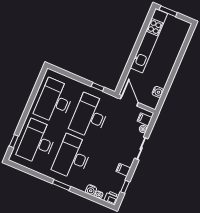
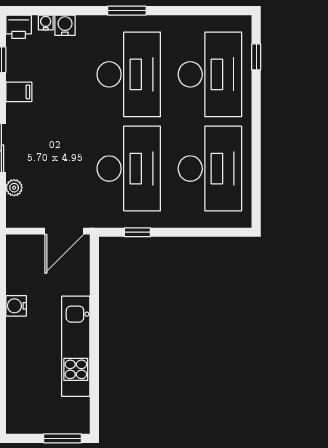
kitchen unit: (149, 41) -> (76, 346), width x0.73
water cooler: (158, 92) -> (16, 306), moved
door: (129, 101) -> (64, 231), hinge flipped
filing cabinet: (145, 119) -> (19, 208), removed

